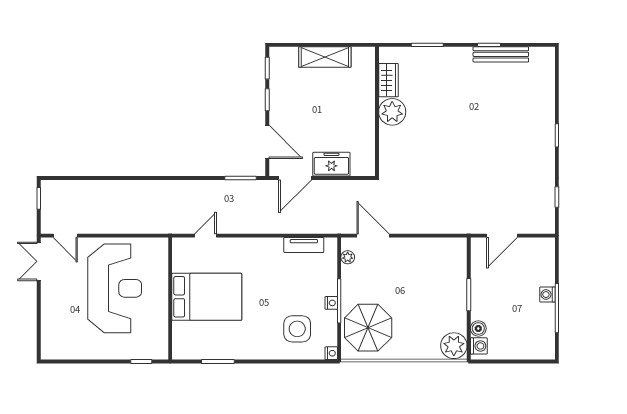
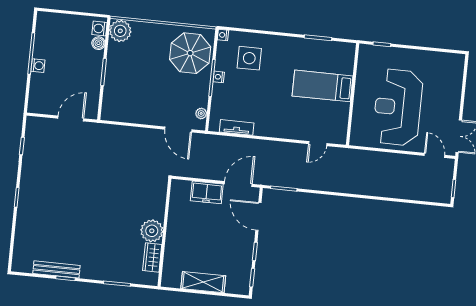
bed: (207, 297) -> (323, 86), width x0.67

